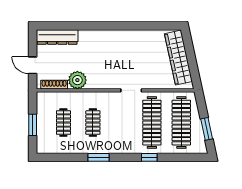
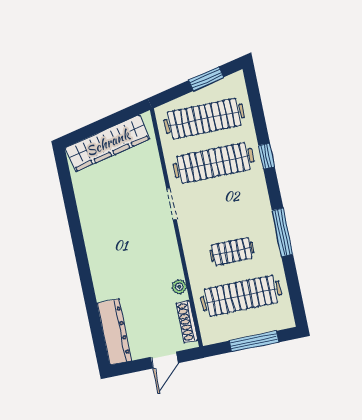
plant: (77, 80) -> (179, 287), width x0.53, depth x0.53
clothes rail: (63, 123) -> (241, 296), width x1.86, depth x1.31
window: (33, 125) -> (254, 341), width x1.44
window: (99, 157) -> (282, 232), width x1.44

